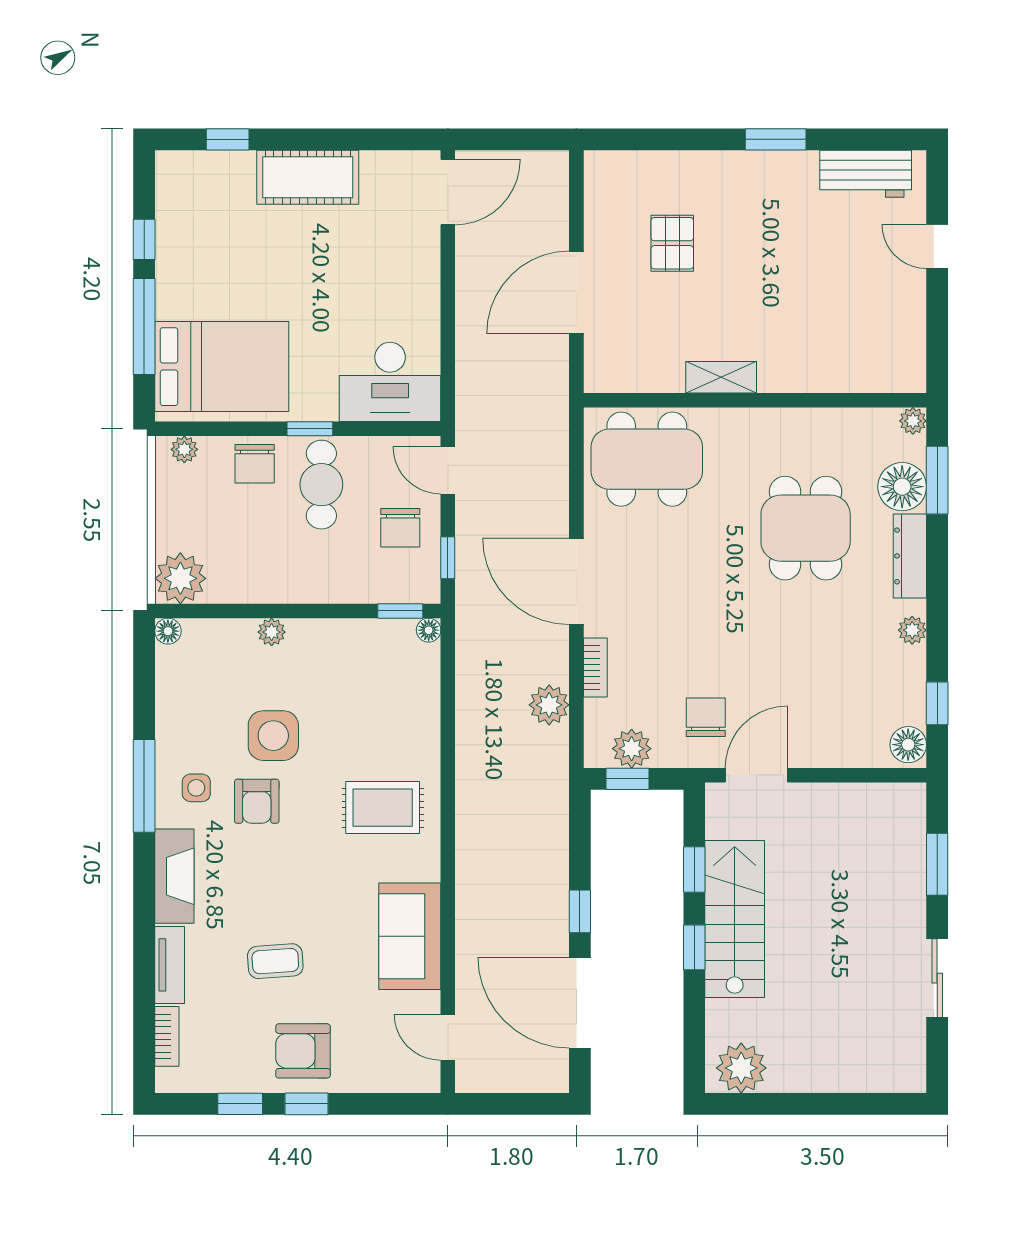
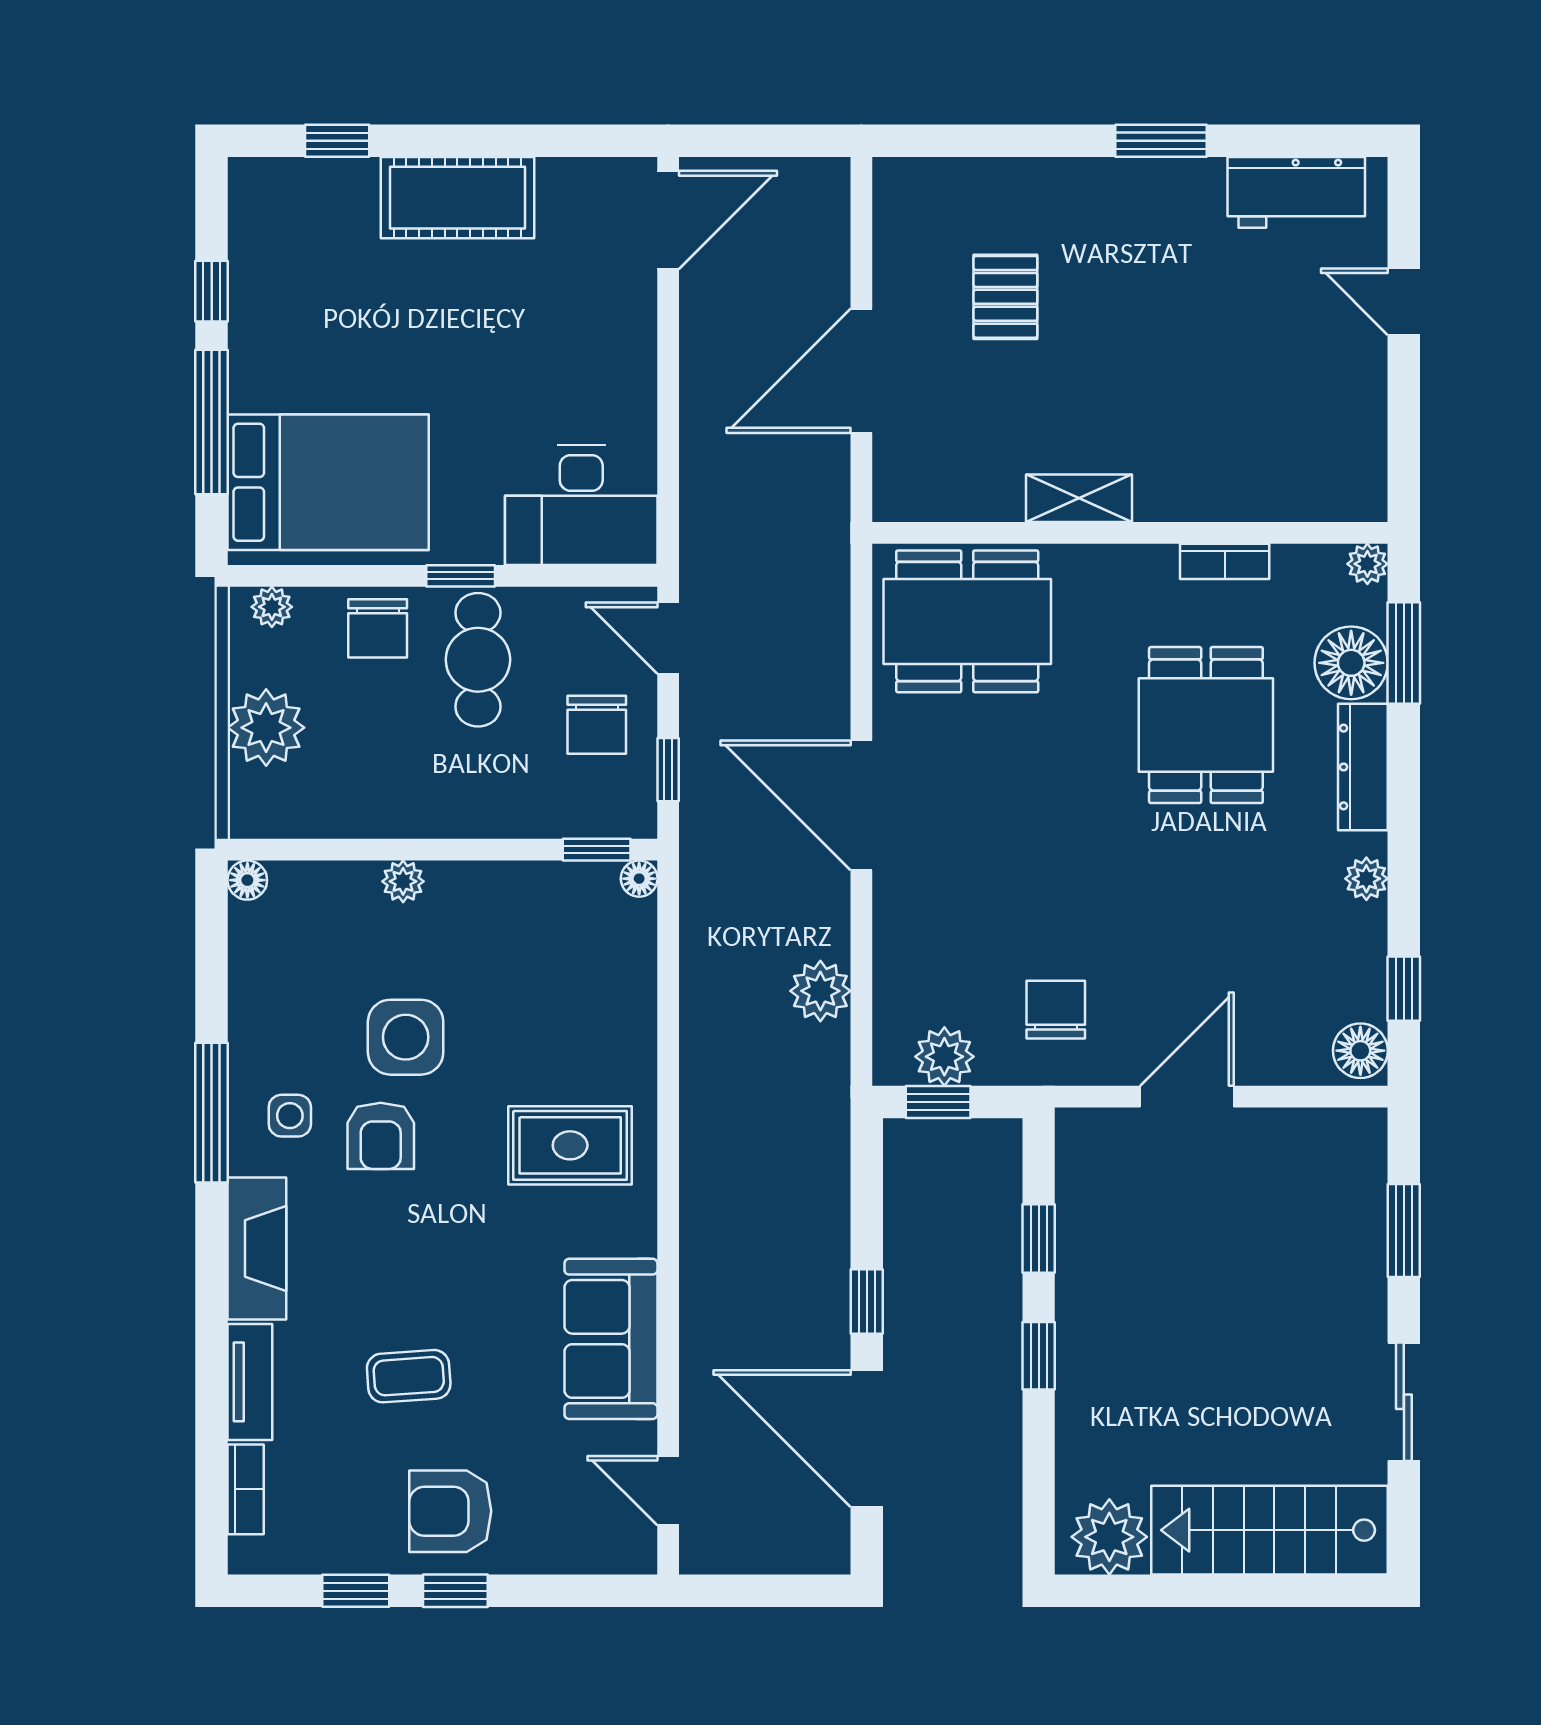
plant: (180, 578) -> (266, 728), moved
bookcase: (595, 668) -> (1225, 561), moved, turned 90
door: (756, 775) -> (1187, 1097), moved
stairs: (735, 919) -> (1270, 1530), moved, turned -90

